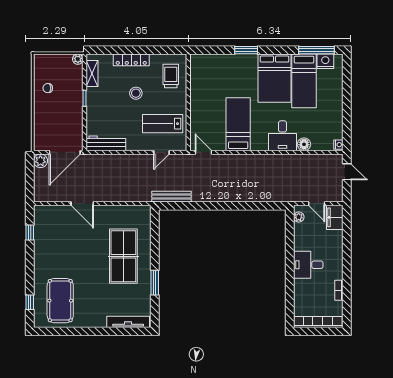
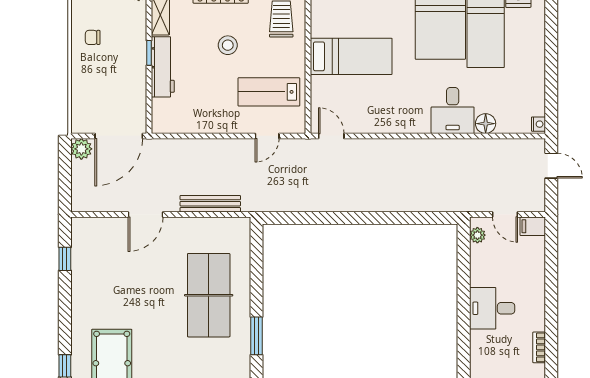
bed: (238, 124) -> (351, 56), moved, turned 90
workbench: (106, 143) -> (163, 67), moved, turned 90
bench: (172, 197) -> (210, 204), moved
door: (82, 204) -> (146, 214), hinge flipped
filing cabinet: (335, 217) -> (533, 226), width x0.50

